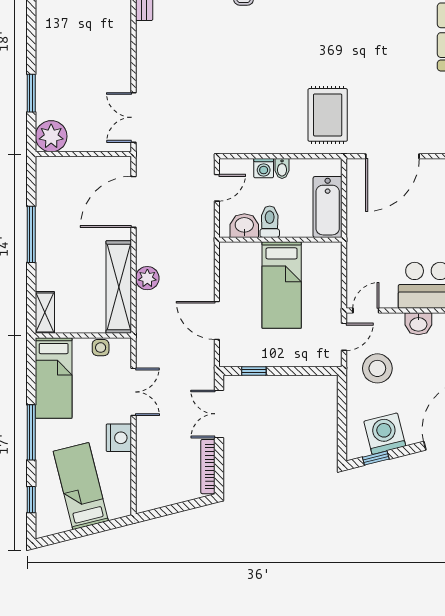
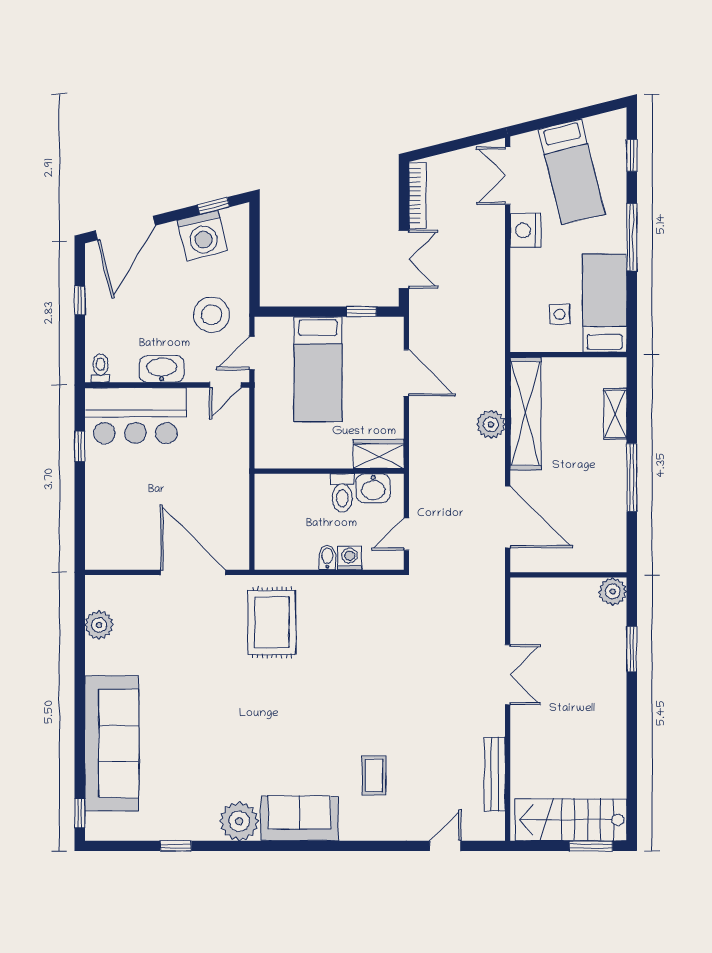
double door: (133, 117) -> (508, 675), moved
plant: (51, 136) -> (613, 591), width x0.73, depth x0.73
door: (392, 156) -> (193, 572), hinge flipped
door: (133, 202) -> (508, 517), hinge flipped
bathtub: (328, 207) -> (272, 511), removed
wardrobe: (240, 254) -> (379, 454), added
bed: (282, 285) -> (318, 369), moved, turned 180
shelving: (45, 312) -> (615, 414), moved
washbasin: (418, 324) -> (162, 369), width x1.38
side table: (101, 348) -> (560, 314), moved
double door: (133, 392) -> (508, 176), moved

